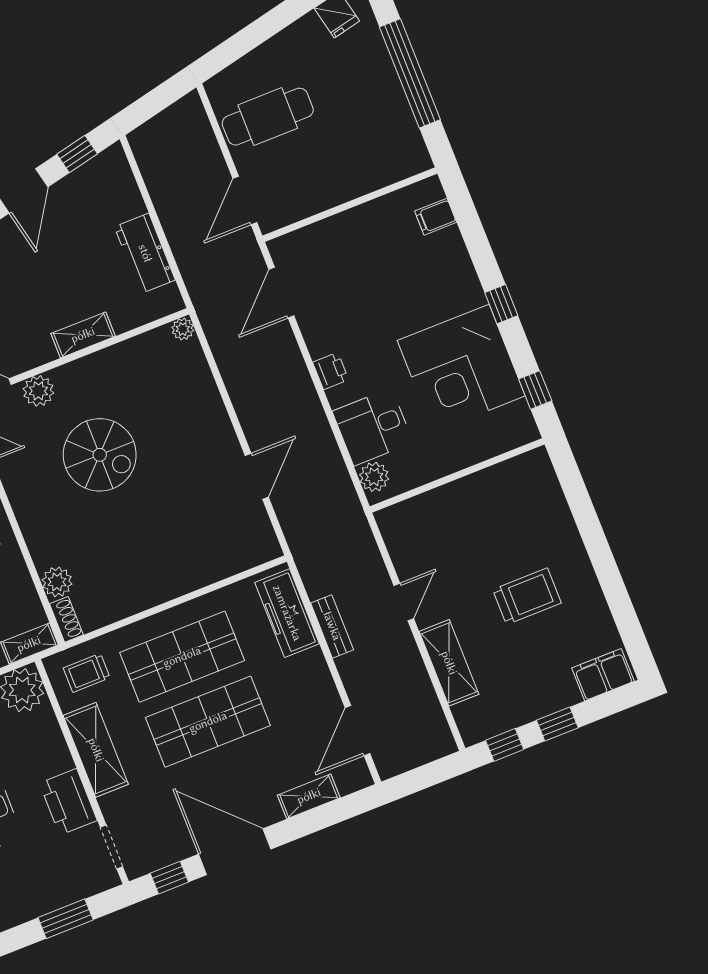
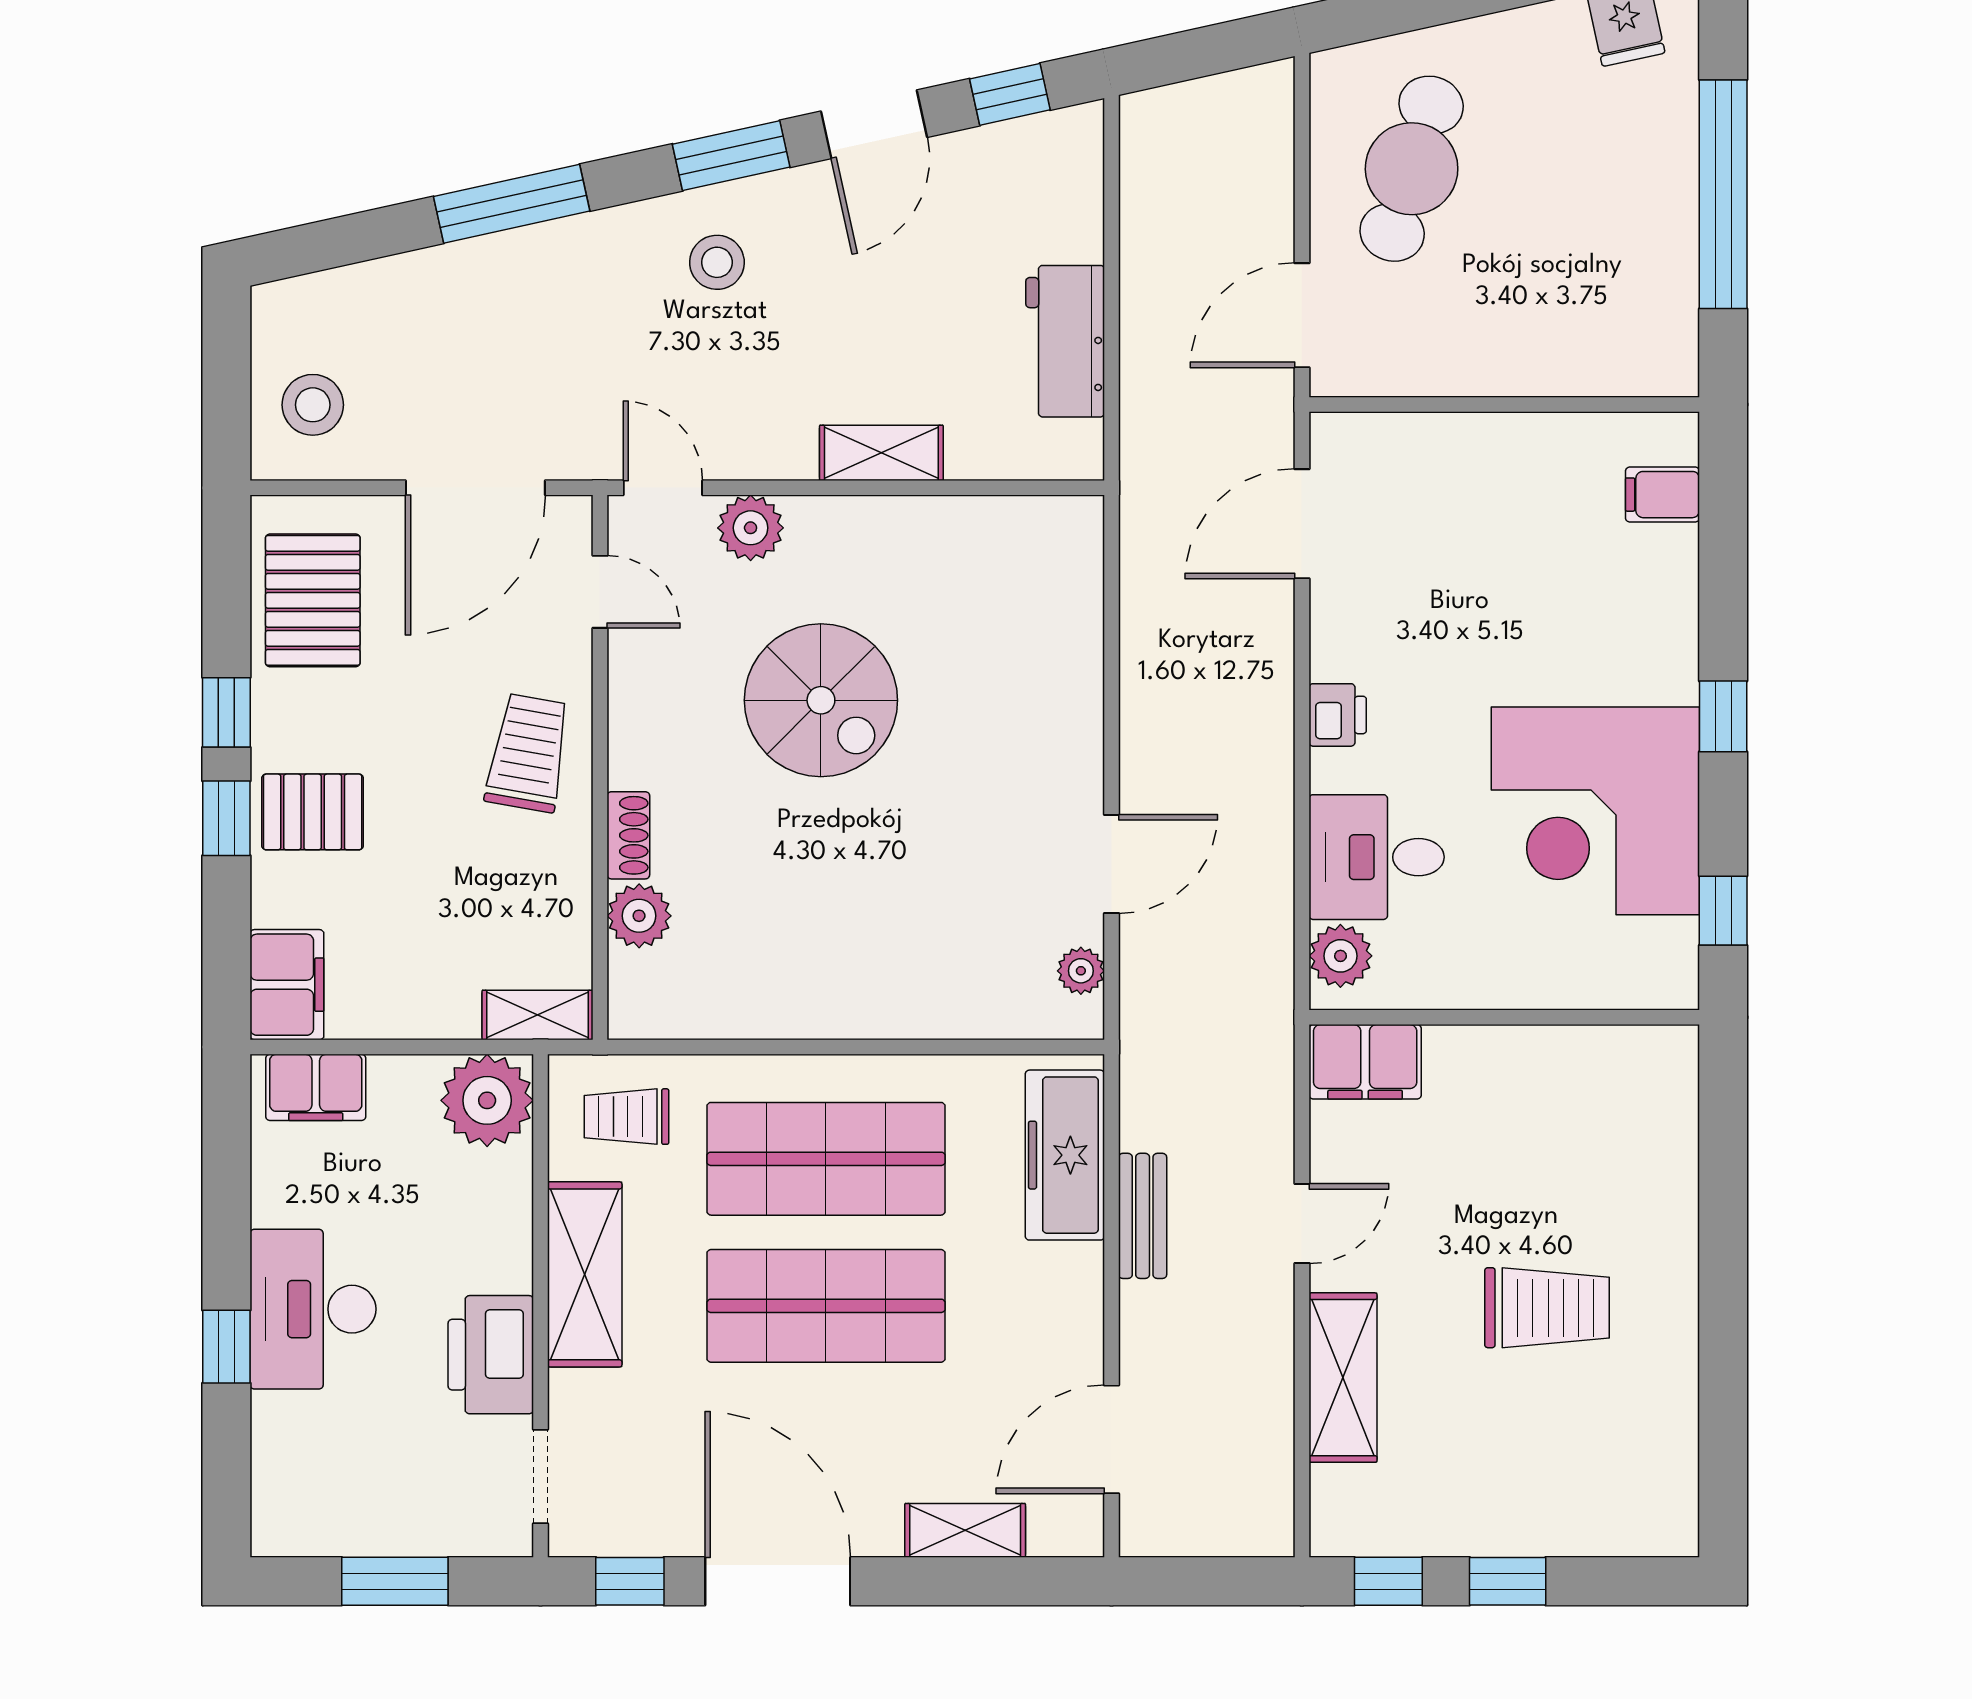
cafe table: (268, 117) -> (1412, 169), turned -73
plant: (183, 329) -> (1081, 971), moved
shoe rack: (66, 619) -> (628, 835), moved
filing cabinet: (603, 675) -> (1365, 1062), moved, turned 180

